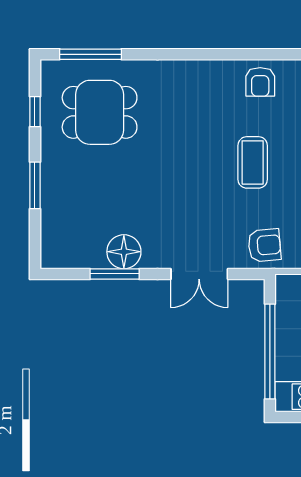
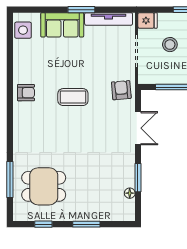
window: (90, 54) -> (10, 180), moved
dining table: (100, 112) -> (44, 186), turned 90
floor lamp: (124, 252) -> (130, 193), moved, width x0.53, depth x0.53

